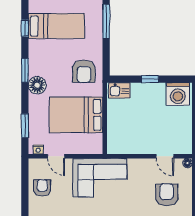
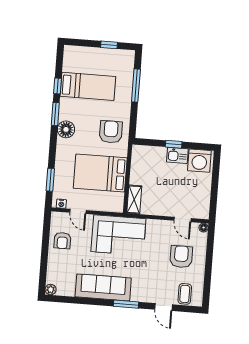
window: (25, 70) -> (55, 114), moved
armchair: (84, 71) -> (111, 132), turned 180
floor lamp: (37, 85) -> (66, 129), moved
kitchen sink: (119, 90) -> (177, 155), moved
shelving: (113, 139) -> (134, 199), added
armchair: (42, 188) -> (62, 241), turned 180

